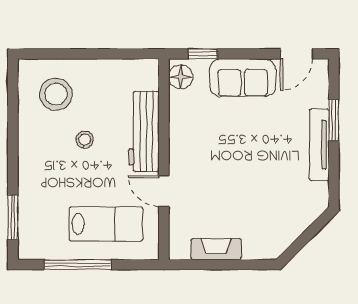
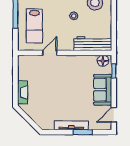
door: (297, 54) -> (114, 115), hinge flipped
workbench: (144, 131) -> (93, 44), moved
fireplace: (216, 249) -> (23, 92), moved

